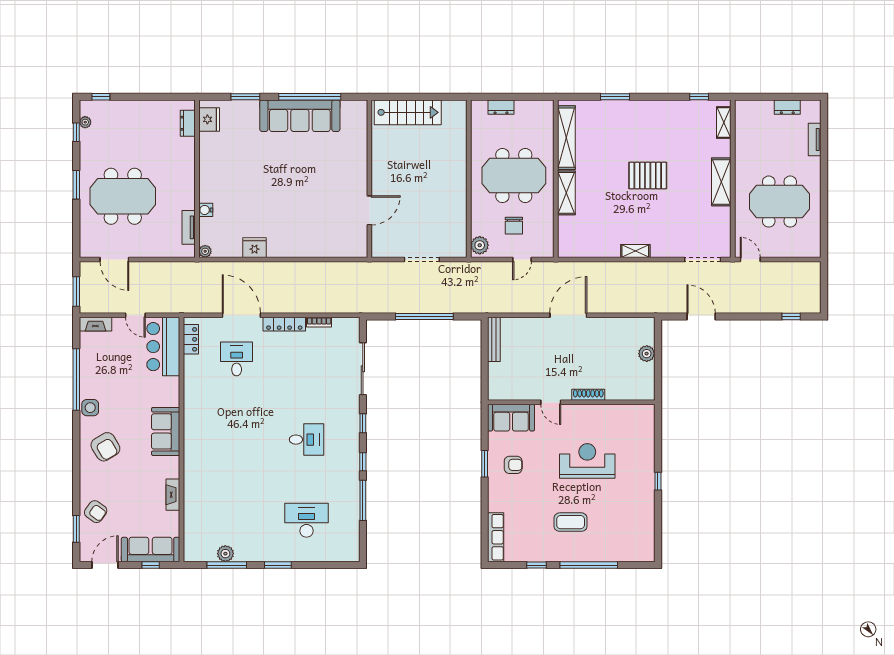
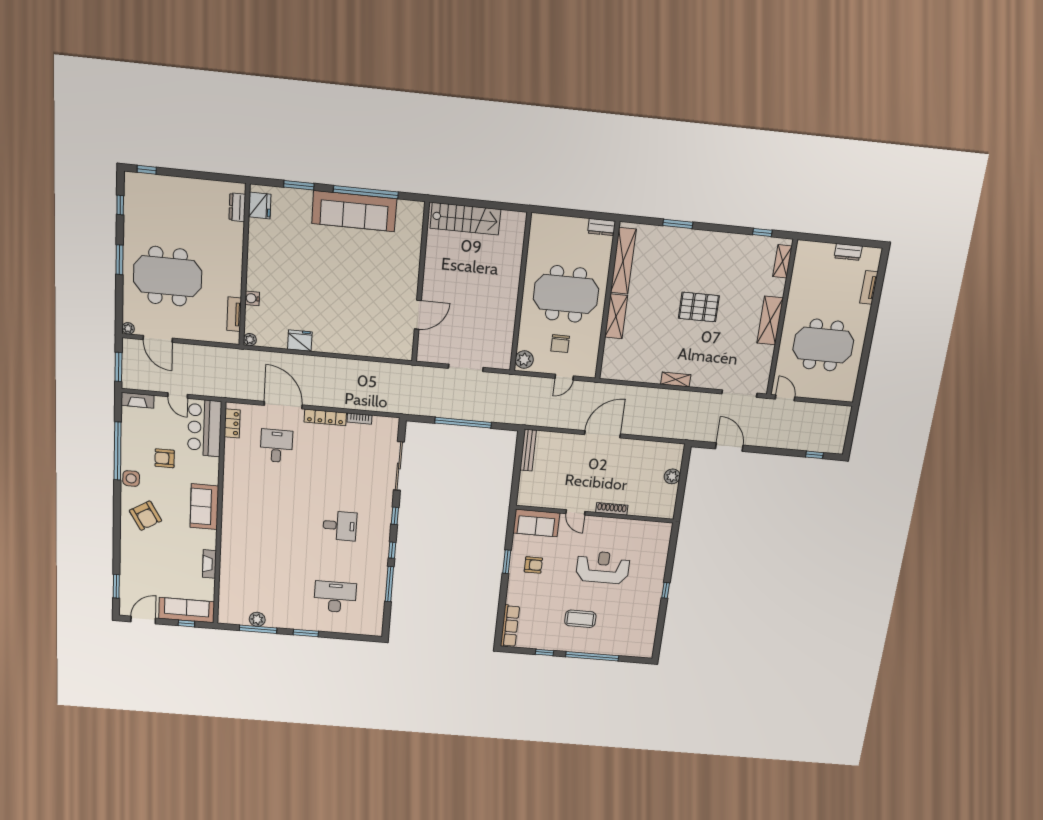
dresser: (501, 107) -> (602, 227), moved
plant: (85, 122) -> (128, 328), moved
armchair: (96, 512) -> (165, 458), moved, turned 144

